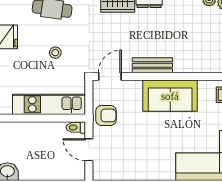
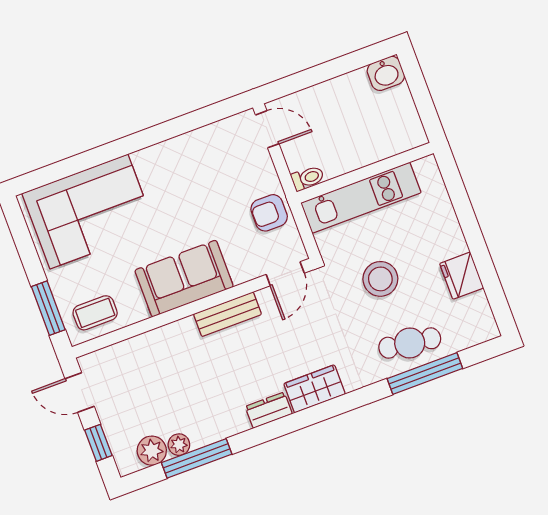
stool: (55, 53) -> (380, 279), width x1.89, depth x1.89
door: (89, 150) -> (267, 129), moved

